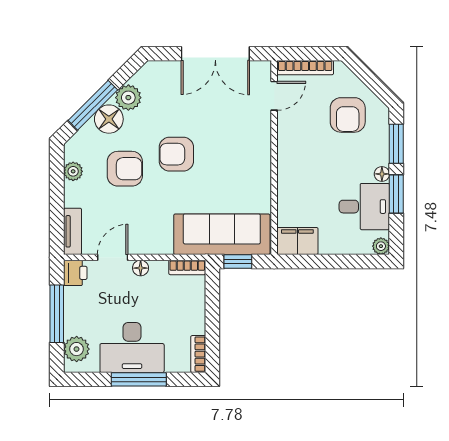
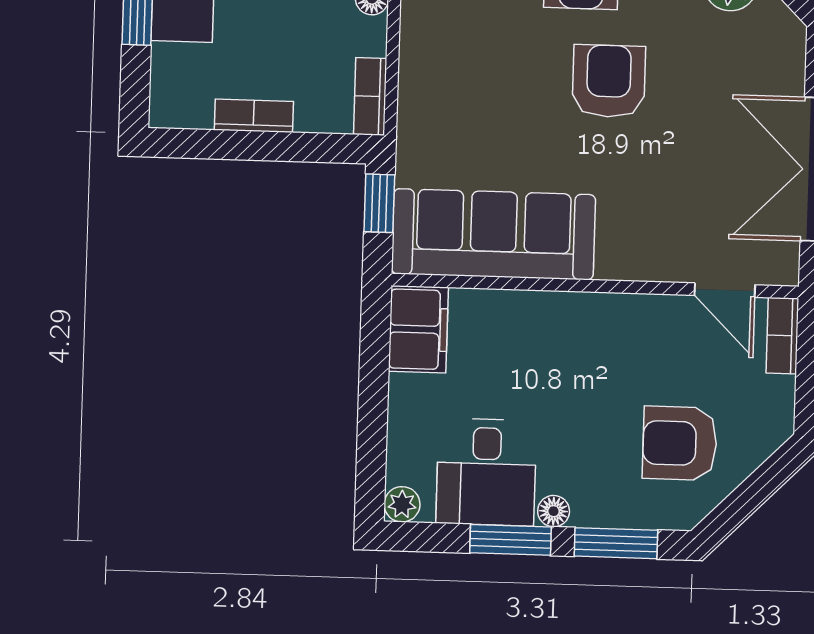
bookcase: (305, 68) -> (782, 336), width x0.64
sofa: (222, 234) -> (493, 234), moved, turned -90
bookcase: (198, 354) -> (254, 116), moved

